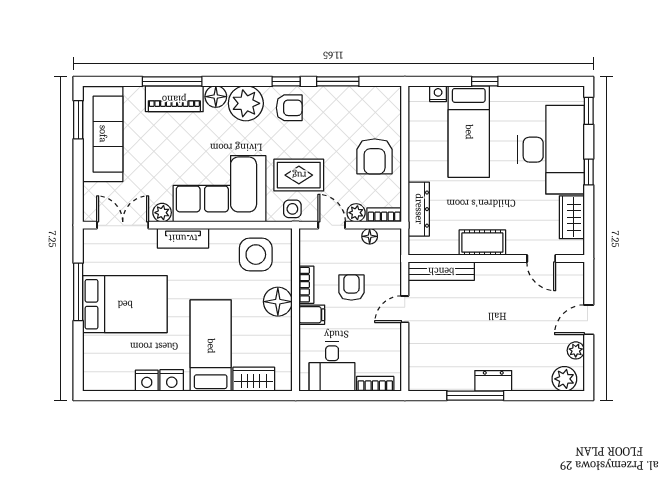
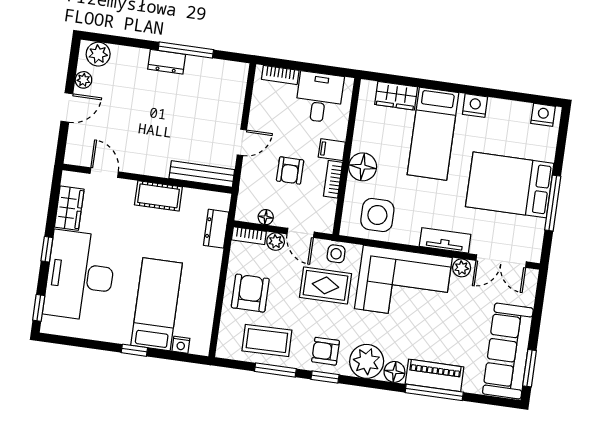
coffee table: (351, 110) -> (267, 341), added
dresser: (419, 209) -> (216, 229), width x0.70
nightstand: (147, 381) -> (543, 115), moved

